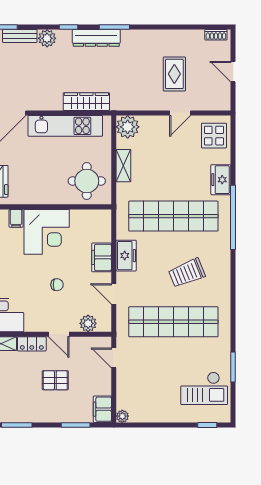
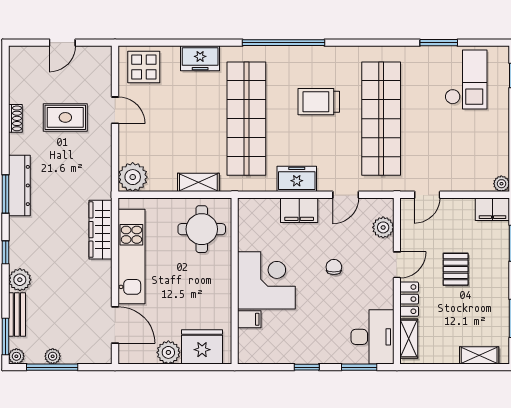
shoe rack: (216, 35) -> (15, 118), moved
dresser: (96, 38) -> (19, 185), moved
shelving: (123, 166) -> (198, 182), moved
window: (233, 217) -> (284, 43), moved
trolley: (187, 273) -> (319, 102), turned 112

